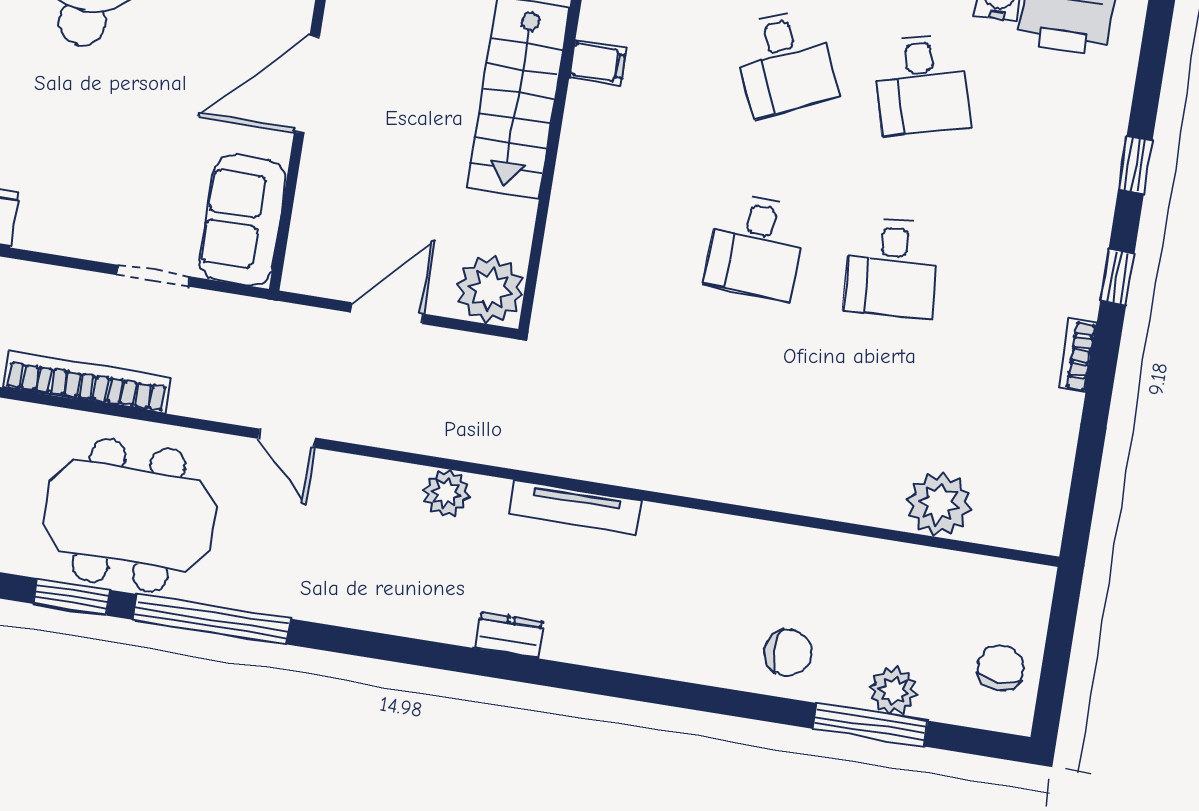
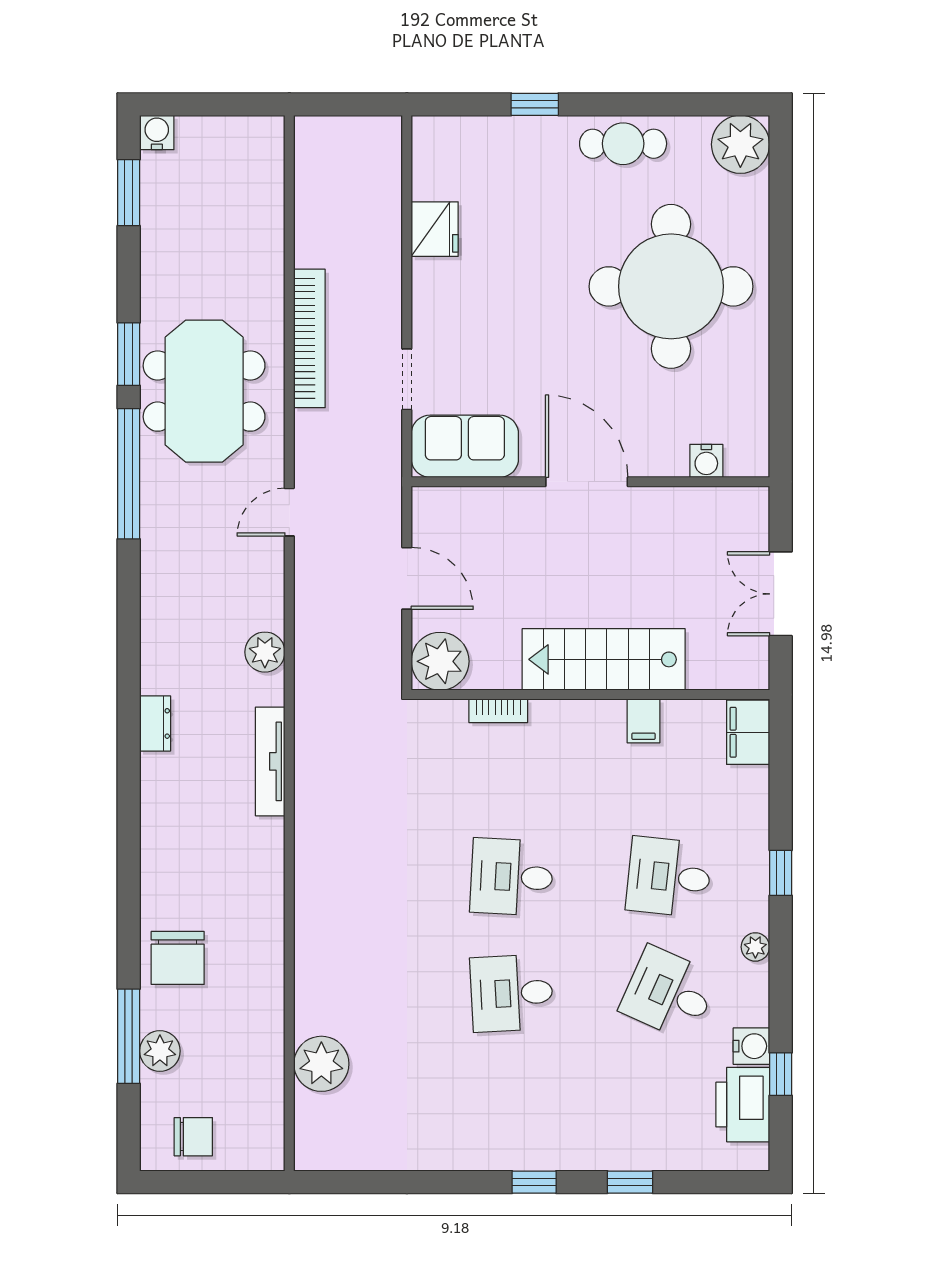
desk: (785, 62) -> (669, 877), turned 30
desk: (921, 84) -> (669, 993), turned 39
bookcase: (1077, 355) -> (498, 711), moved, turned 180
chair: (788, 652) -> (178, 958), width x1.37, depth x1.37

